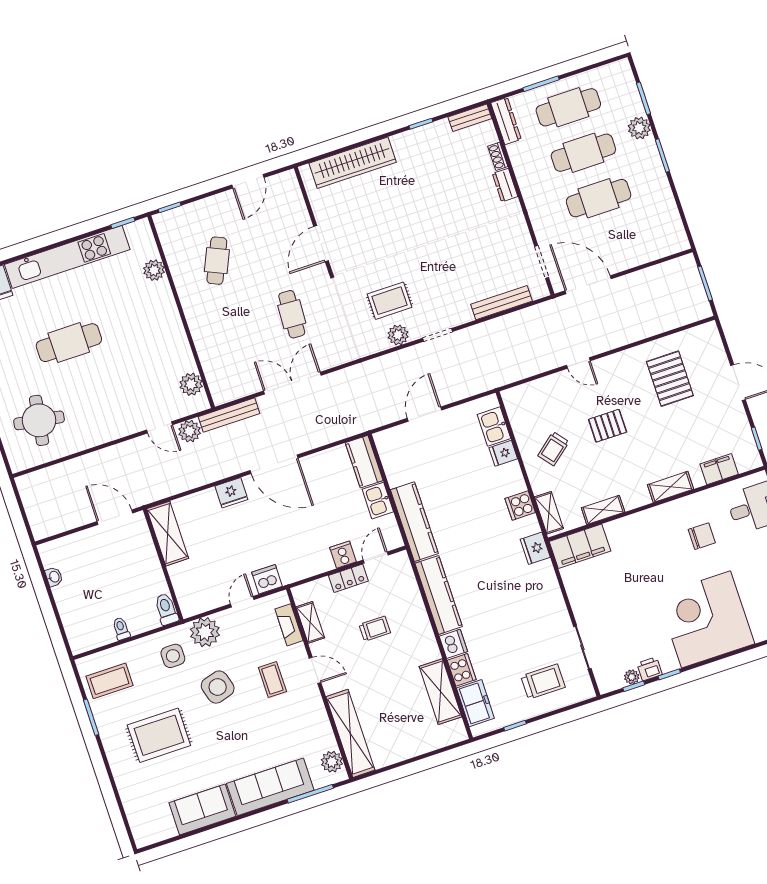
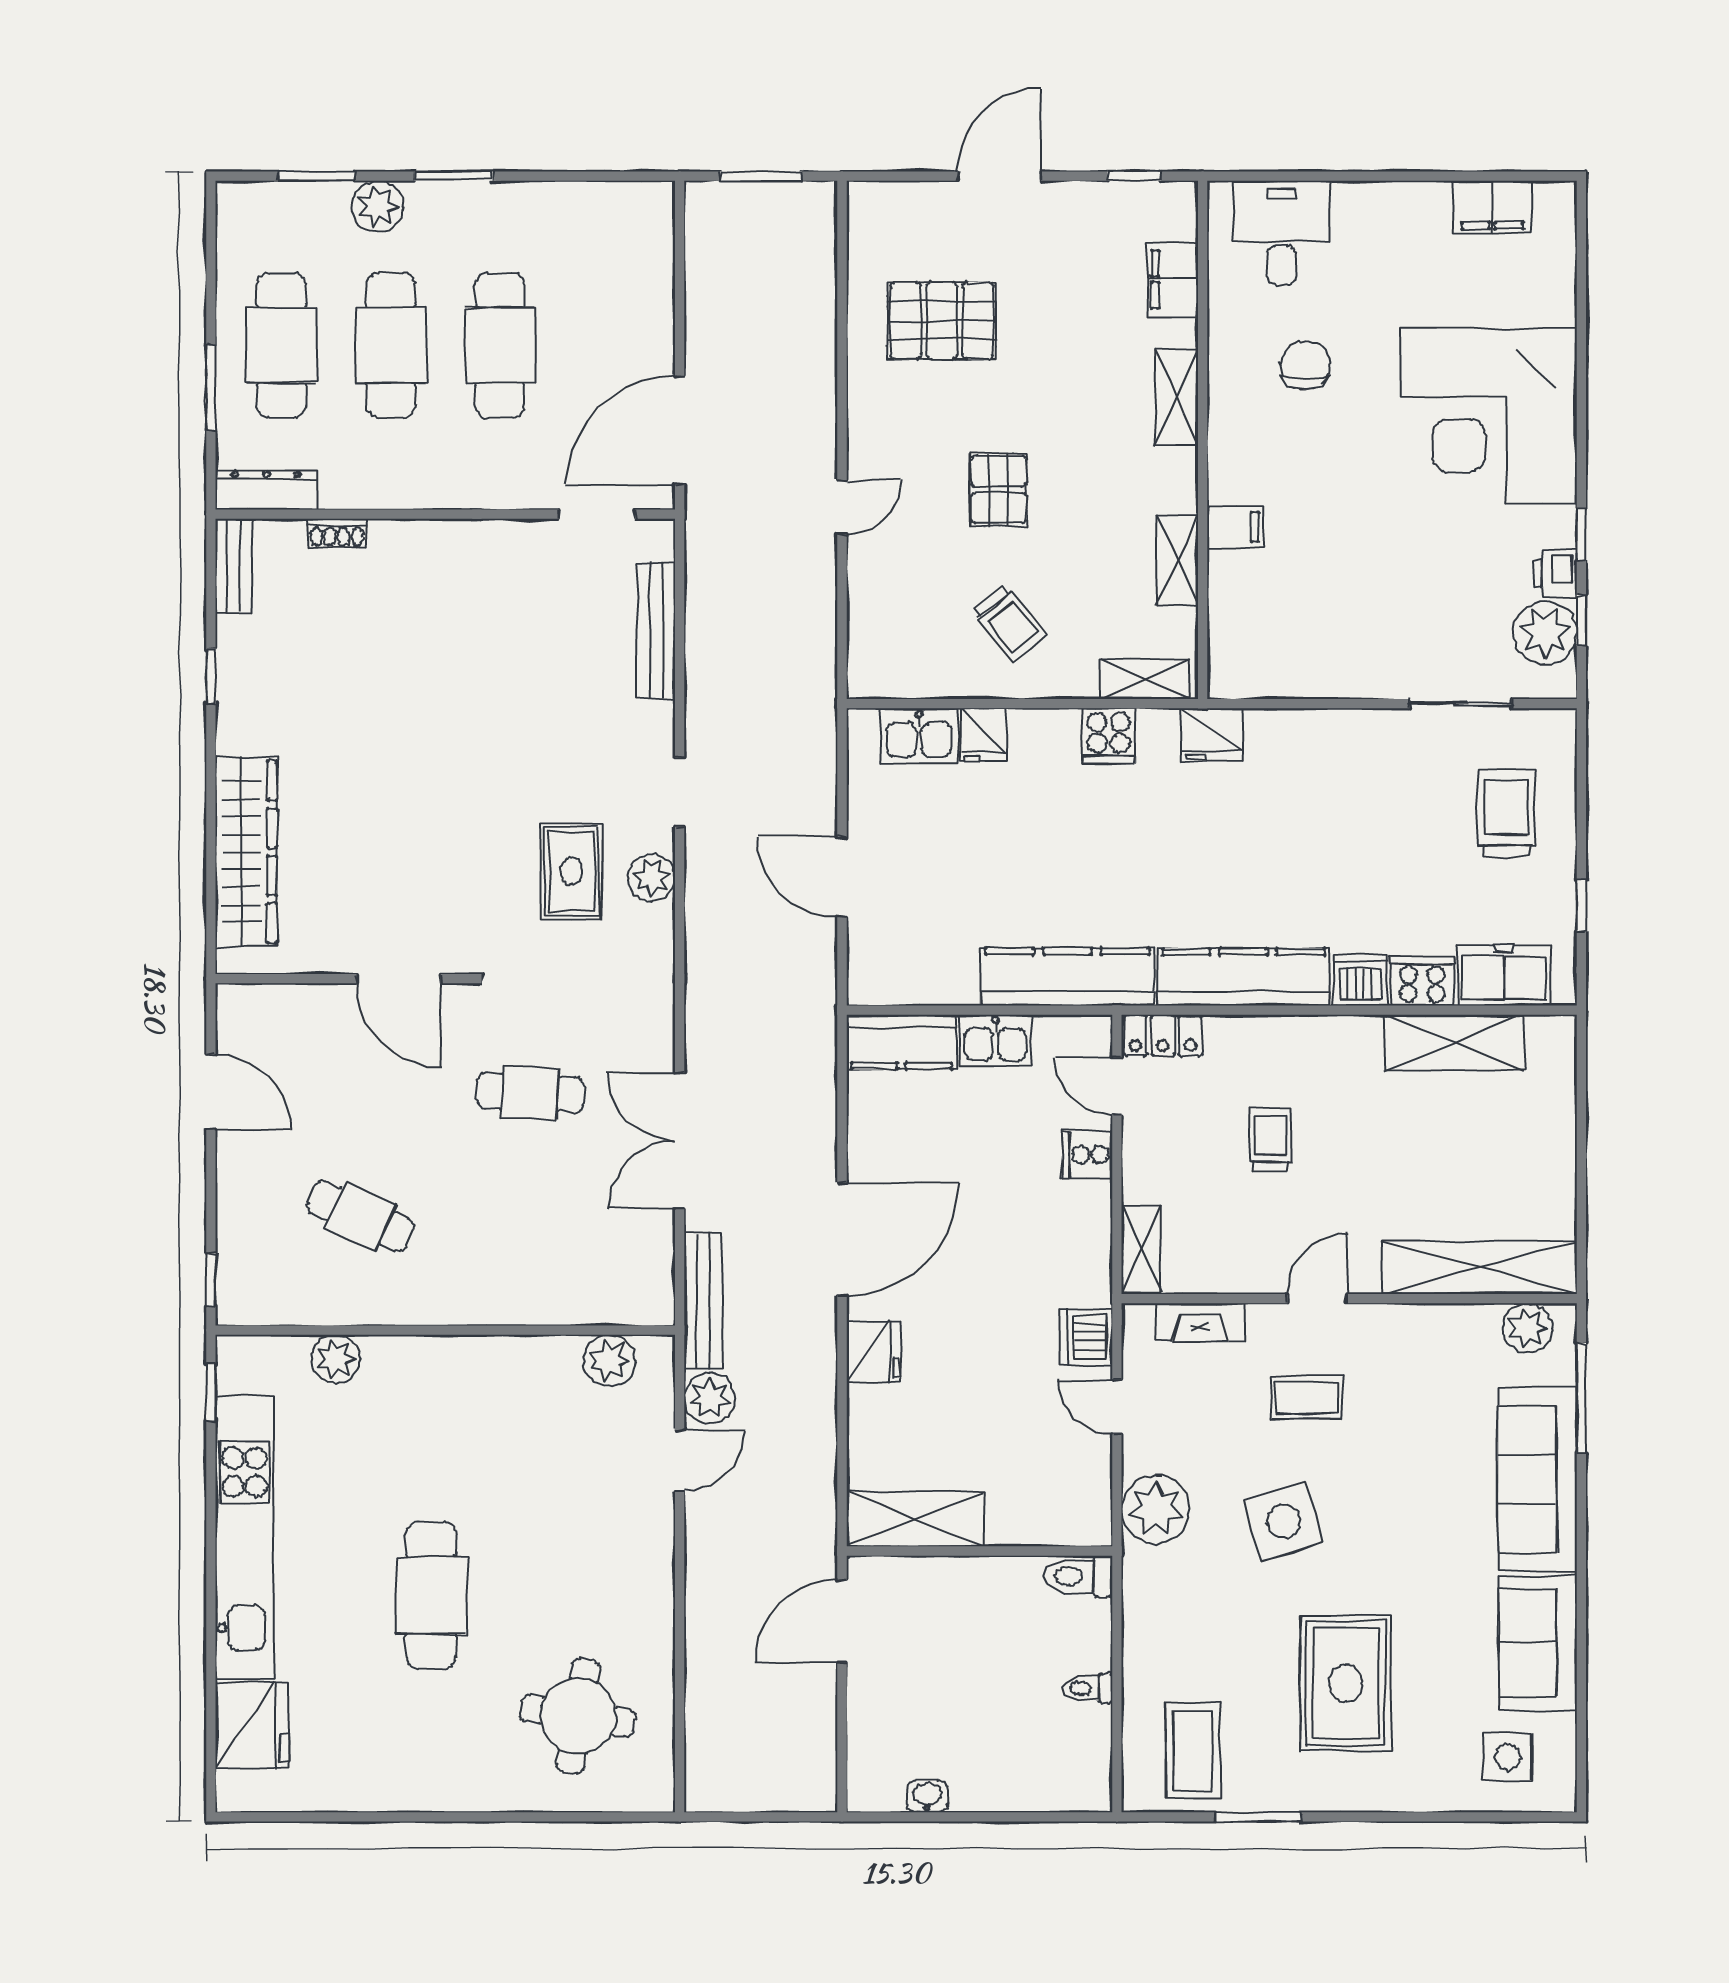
dresser: (505, 185) -> (404, 538), removed
filing cabinet: (580, 546) -> (1235, 527), moved, width x0.33, depth x0.86
locker: (348, 578) -> (1163, 1035), moved, turned 90
shelving: (310, 622) -> (1141, 1249), moved, turned 90
side table: (173, 656) -> (1508, 1757), moved
plant: (632, 677) -> (1545, 633), width x1.87, depth x1.87

